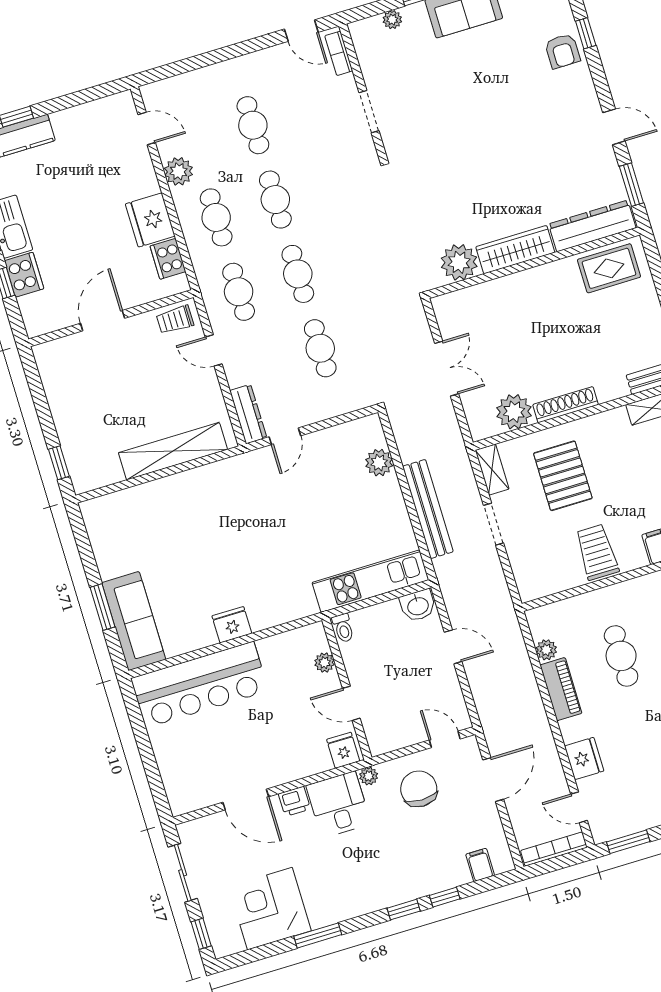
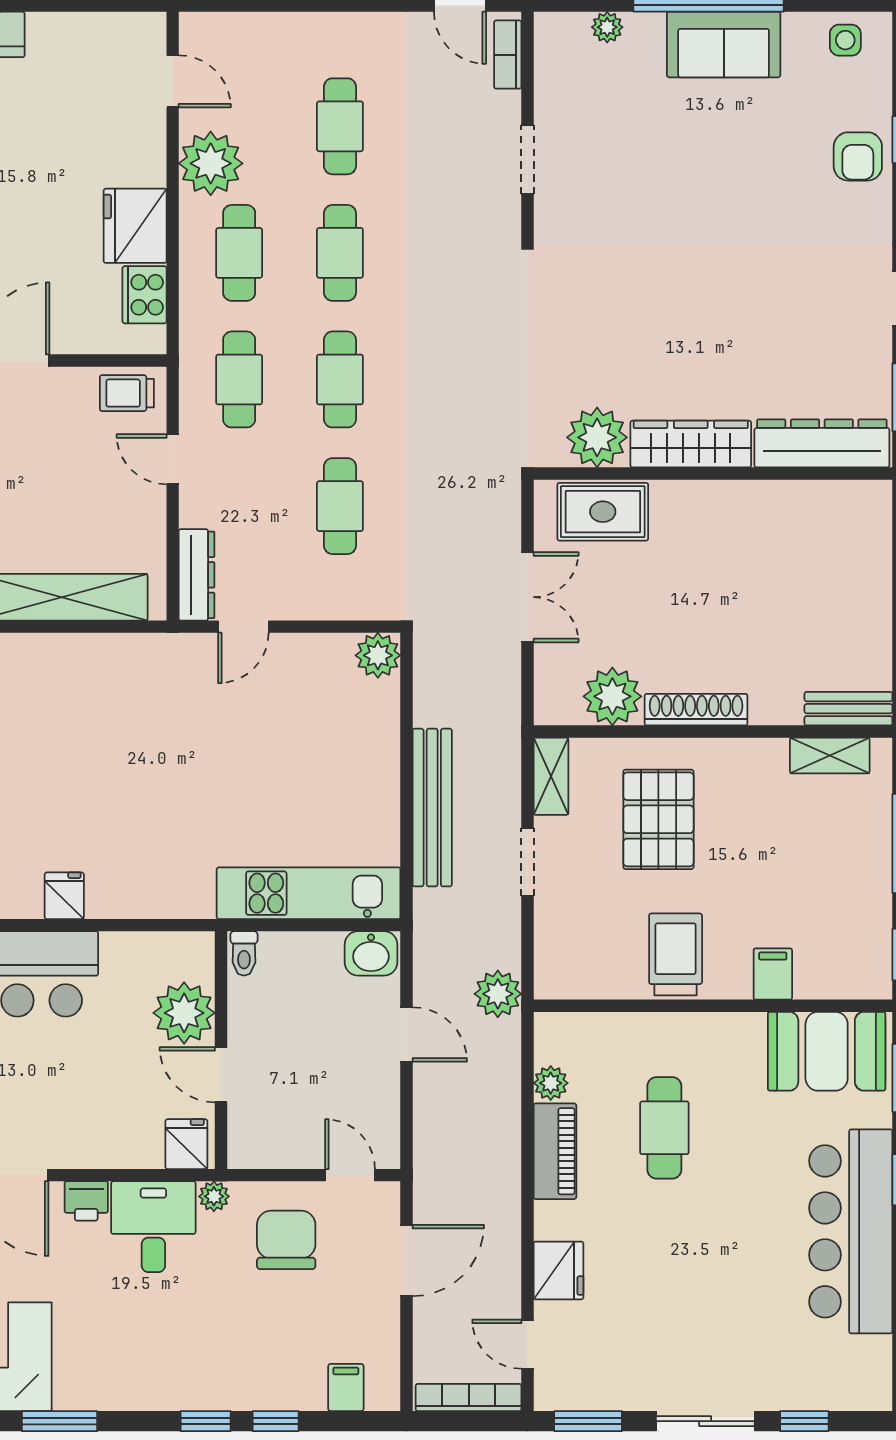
plant: (179, 171) -> (211, 163), width x1.36, depth x1.36
rug: (609, 268) -> (603, 512), moved
plant: (379, 463) -> (378, 655), moved
plant: (499, 607) -> (498, 994), added
fridge: (232, 625) -> (64, 896), width x0.72
plant: (324, 663) -> (184, 1013), width x1.88, depth x1.88

